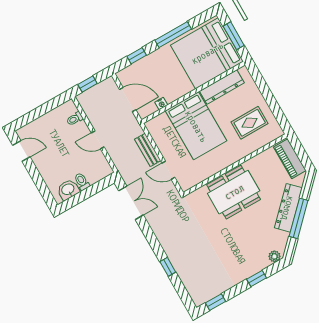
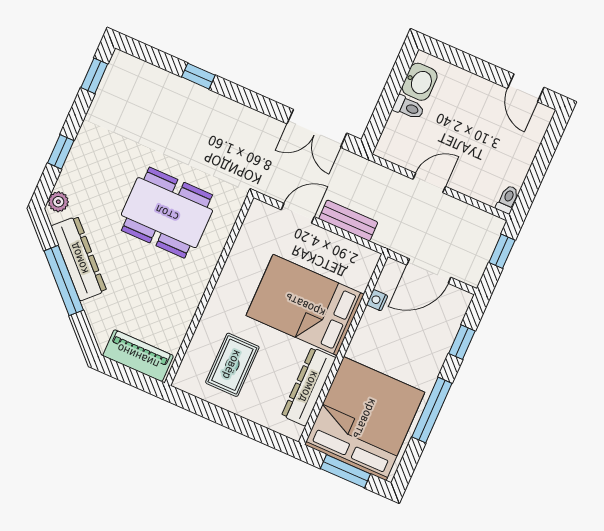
toilet: (75, 119) -> (508, 199), moved
door: (21, 151) -> (526, 88), hinge flipped
dining table: (234, 192) -> (167, 213), moved, turned 90
dresser: (288, 208) -> (79, 258), moved

